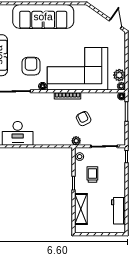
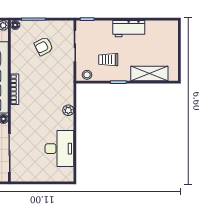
armchair: (84, 119) -> (44, 46), moved
plant: (76, 141) -> (68, 110), moved
workbench: (118, 211) -> (129, 29), moved

